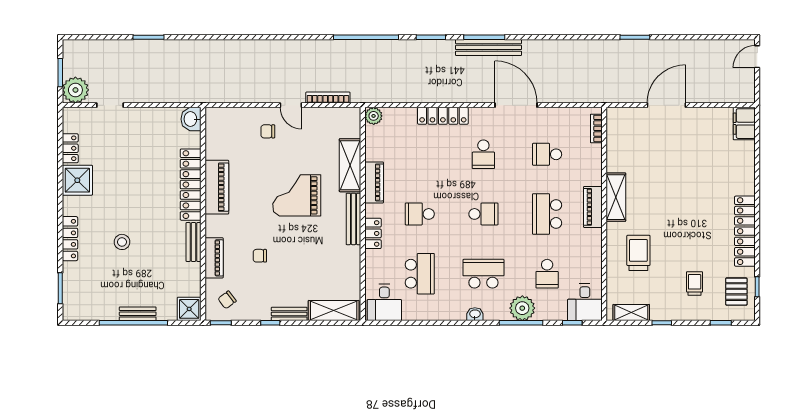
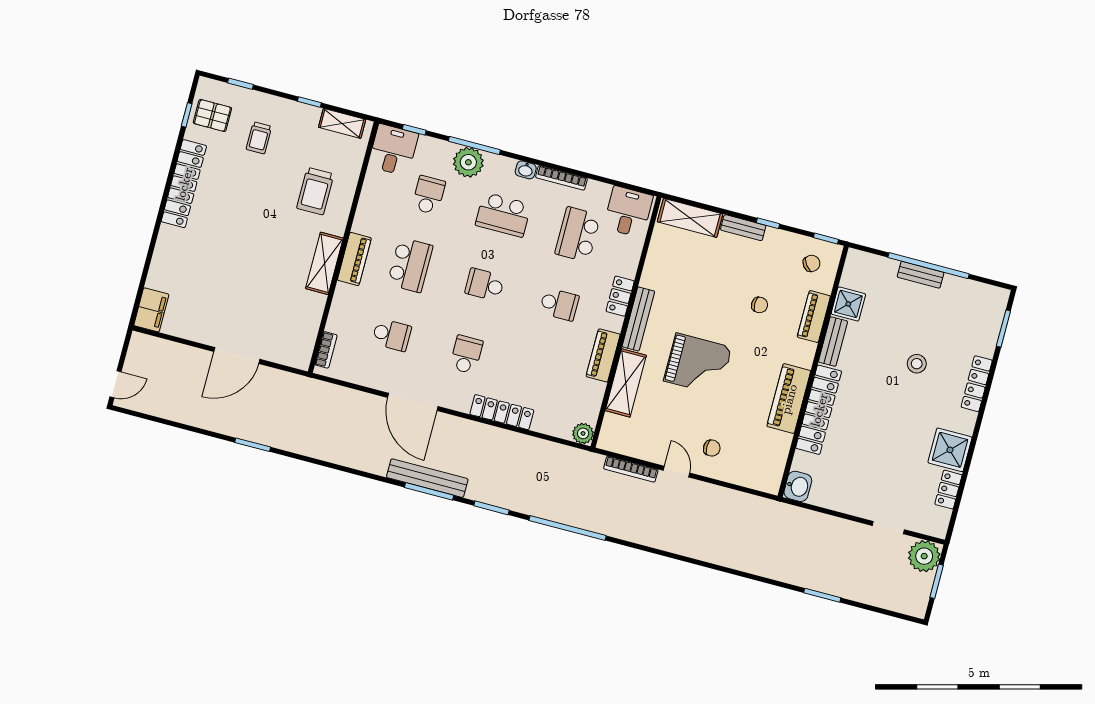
pallet: (736, 292) -> (212, 115), turned 90
shower: (189, 309) -> (848, 304), moved
bookcase: (445, 315) -> (561, 178), added

